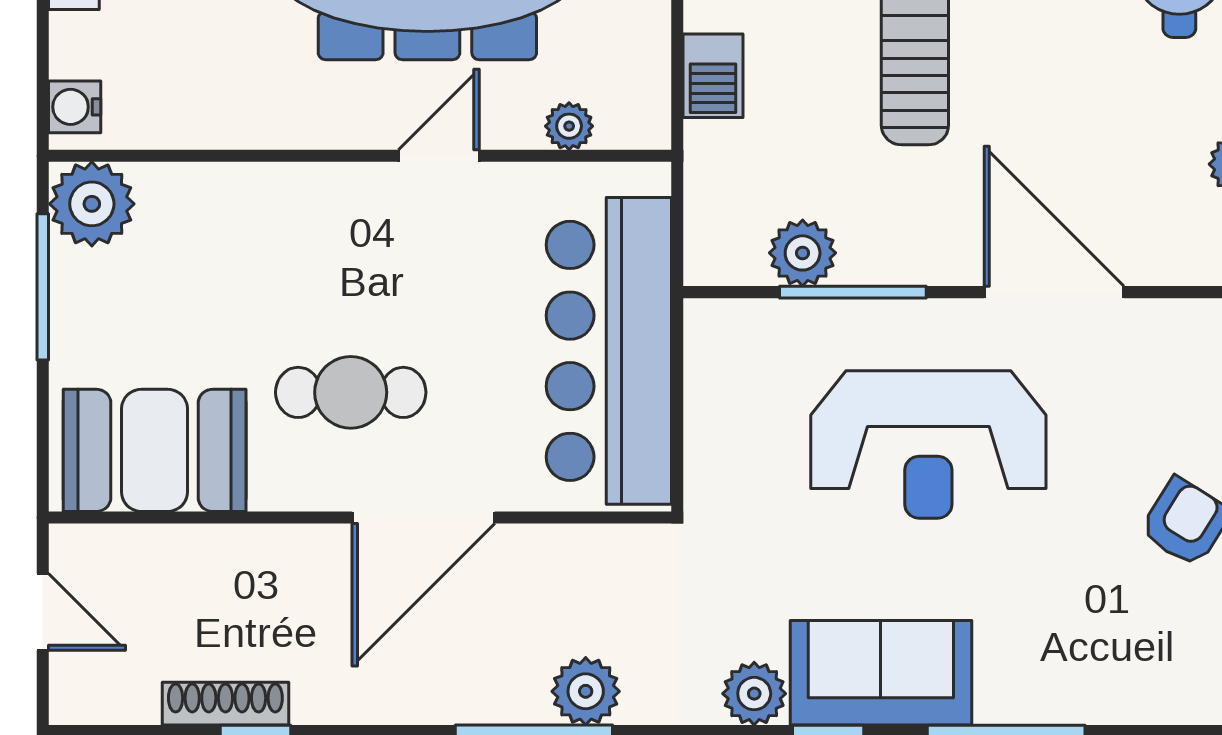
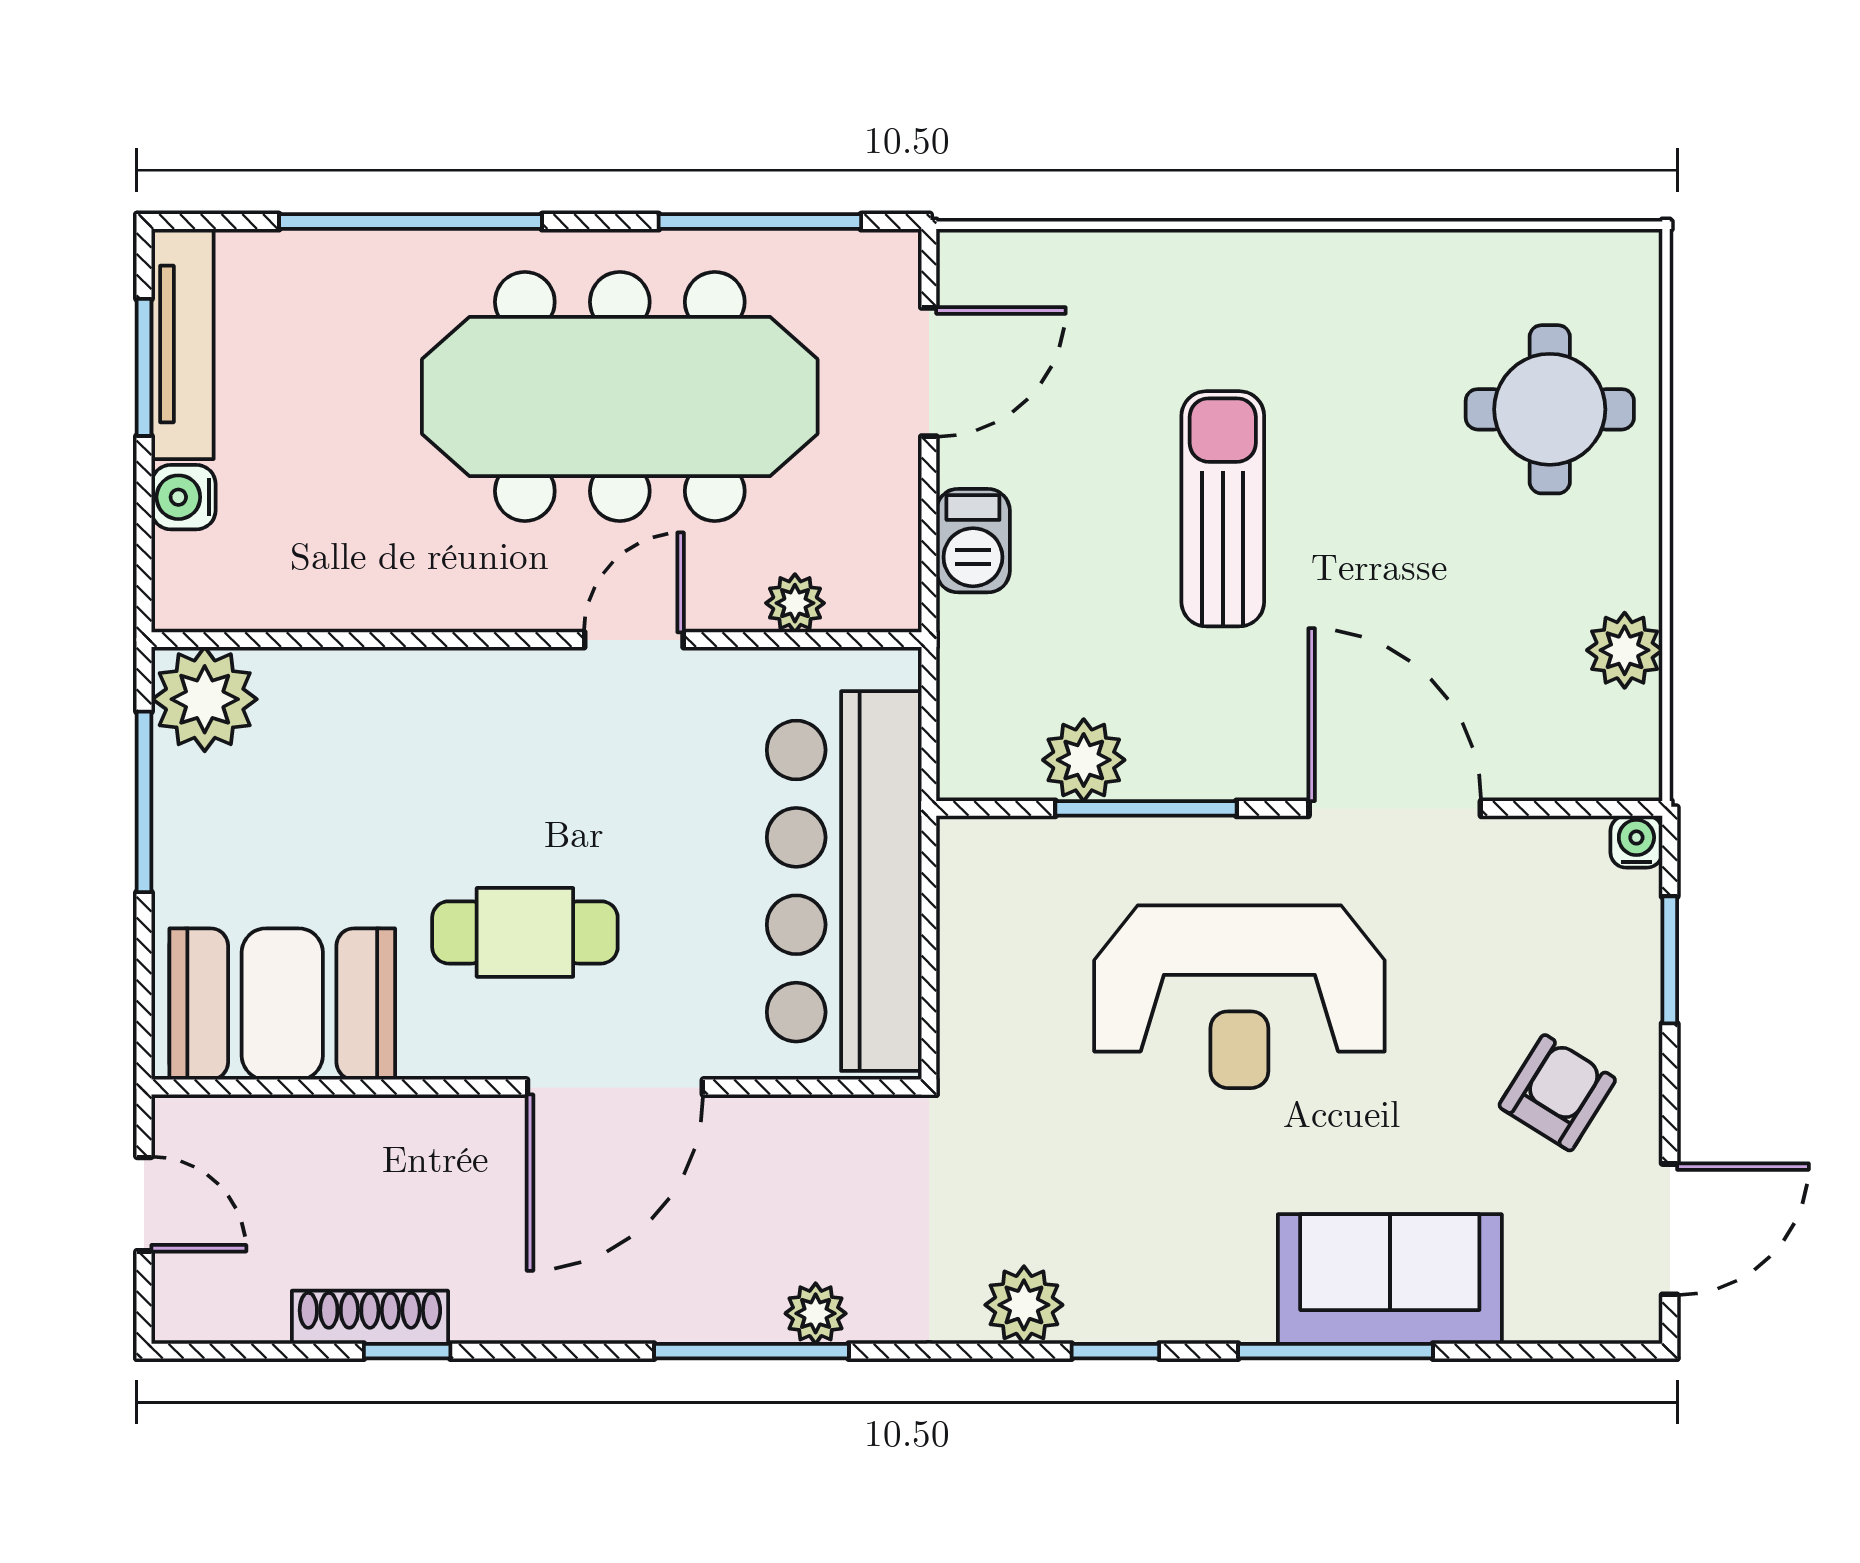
water cooler: (75, 107) -> (184, 497), moved
sofa: (881, 673) -> (1390, 1279), moved
plant: (586, 691) -> (816, 1313), width x0.73, depth x0.73

